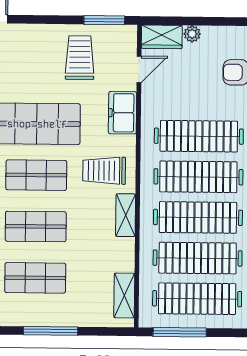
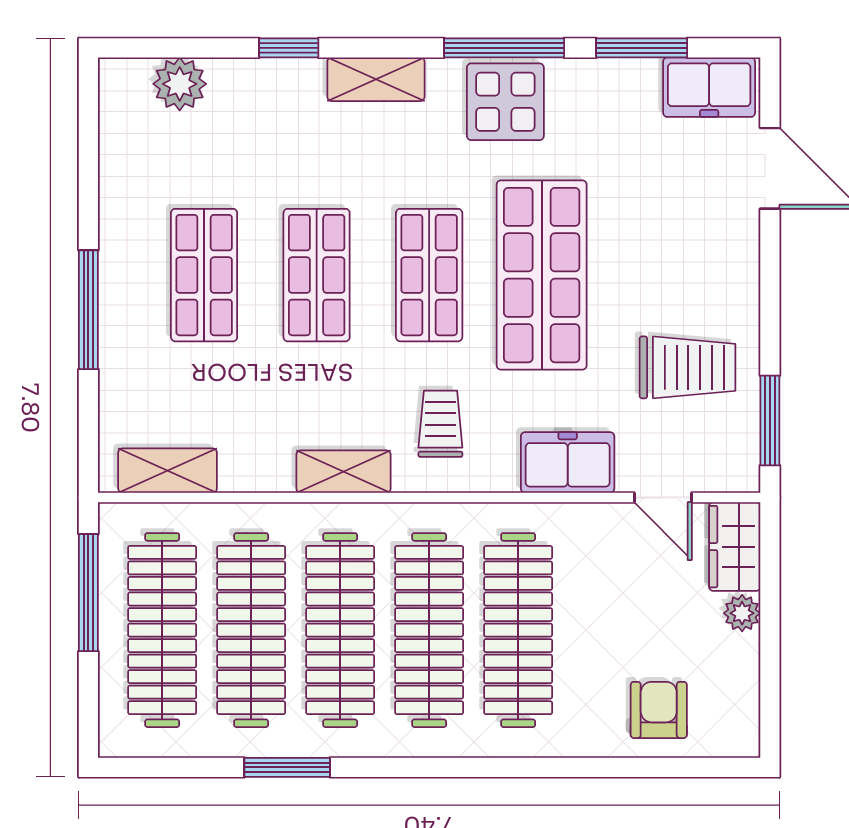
trolley: (104, 171) -> (440, 424), width x0.73, depth x0.72

